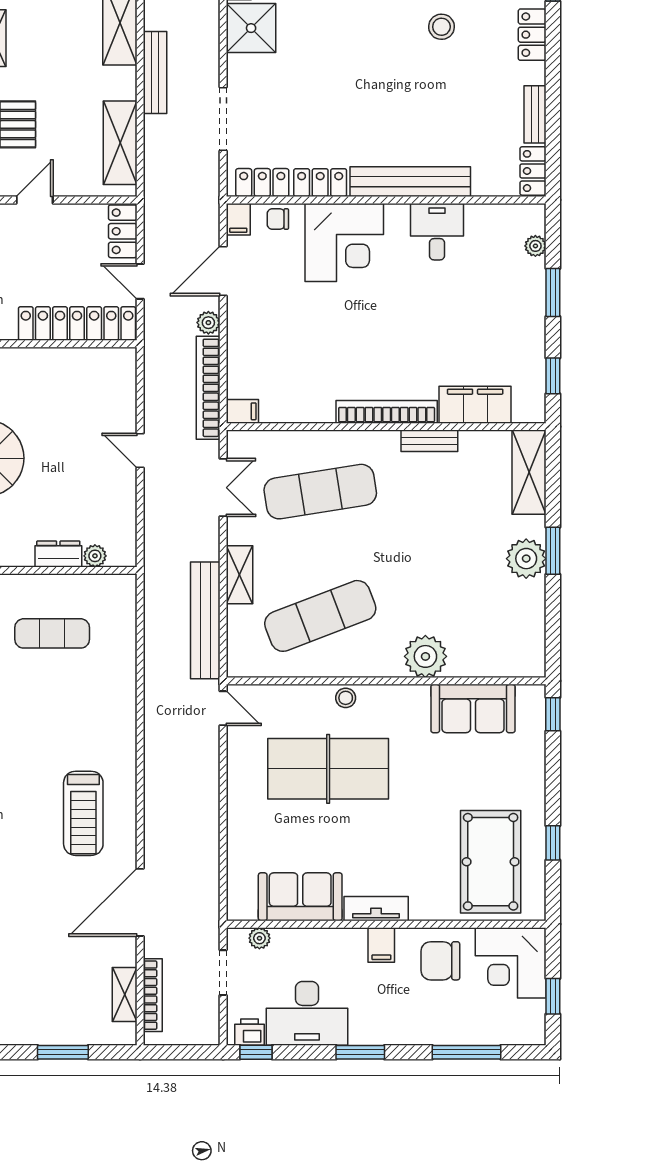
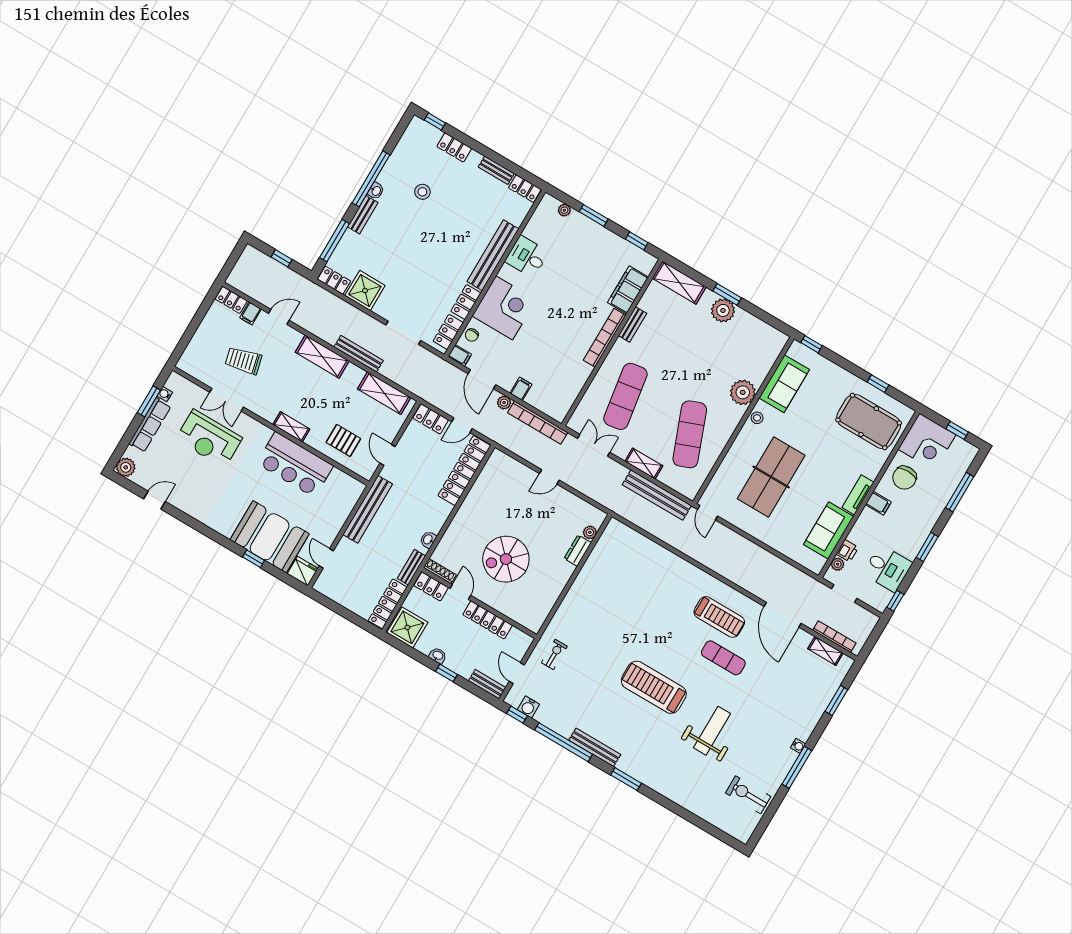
filing cabinet: (242, 411) -> (521, 389), moved
exercise mat: (52, 633) -> (723, 658), moved, turned 90
stool: (346, 698) -> (757, 418), moved
door: (223, 708) -> (708, 513), swing flipped
desk: (307, 1013) -> (887, 568), width x0.73
printer: (249, 1032) -> (847, 551), moved, turned 180

